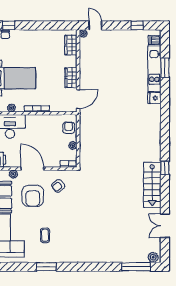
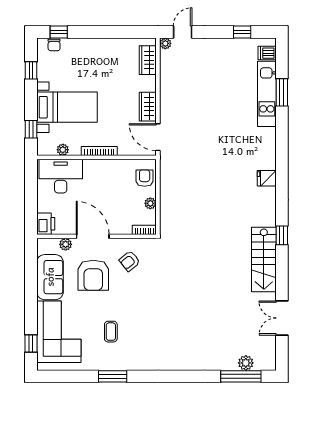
door: (95, 25) -> (183, 32), hinge flipped
fridge: (154, 98) -> (267, 178), moved
door: (78, 99) -> (158, 137), swing flipped
plant: (153, 257) -> (246, 363), moved

